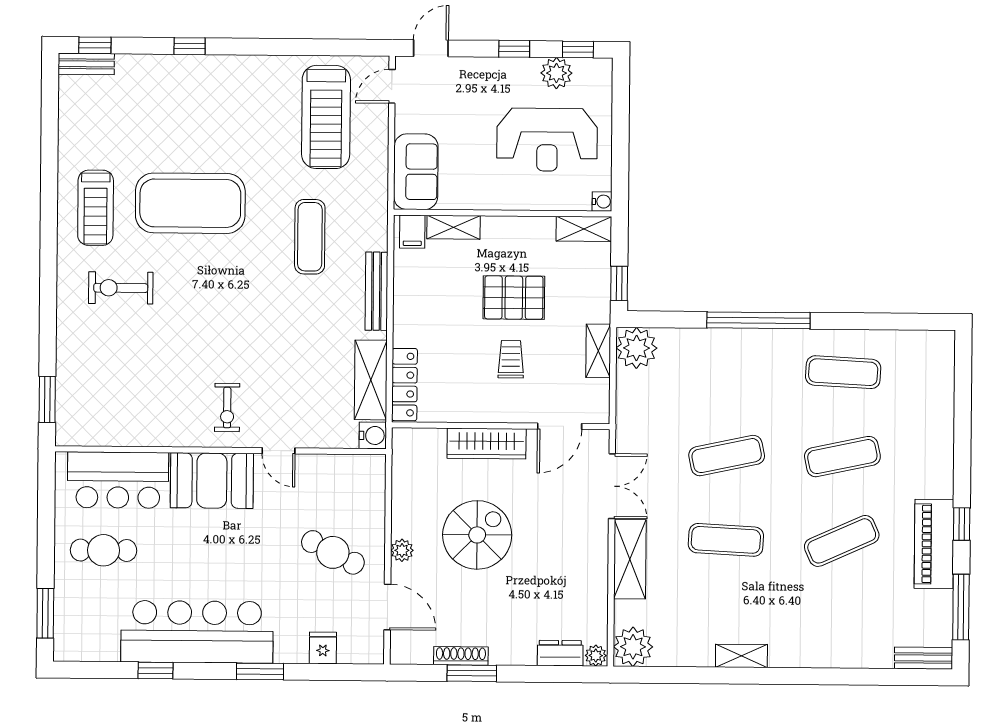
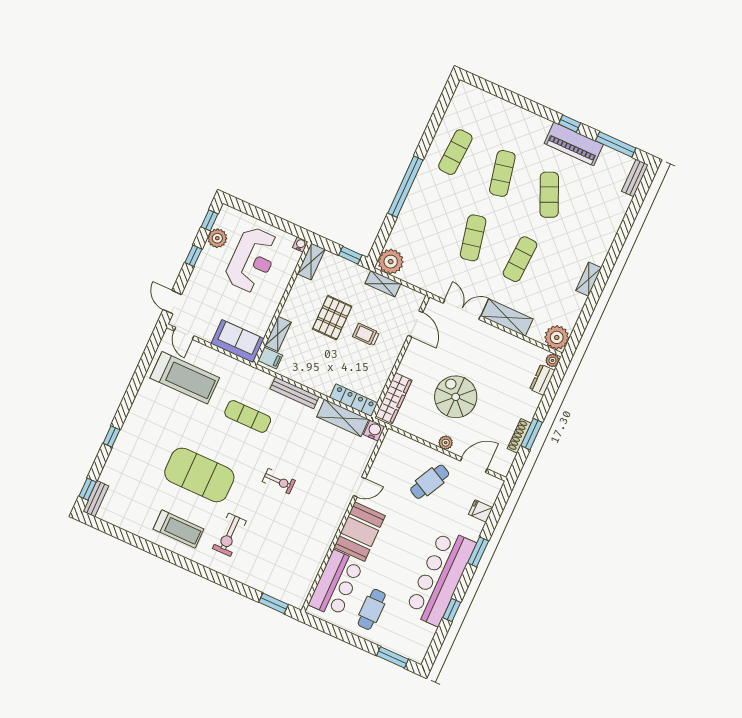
exercise mat: (190, 203) -> (199, 475), turned 90
exercise bike: (227, 408) -> (279, 481), moved
wardrobe: (487, 444) -> (394, 398), moved

